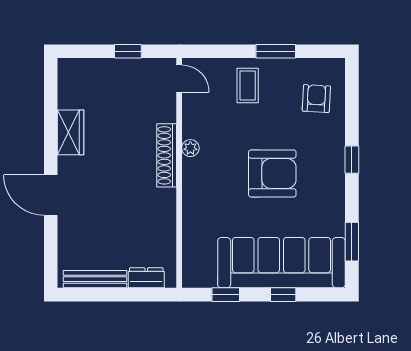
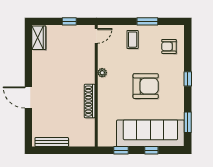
door: (179, 79) -> (96, 36), hinge flipped
armchair: (316, 99) -> (169, 46), turned -93
wardrobe: (70, 132) -> (39, 38), moved
shoe rack: (167, 155) -> (90, 101), moved
dresser: (146, 278) -> (79, 141), removed

